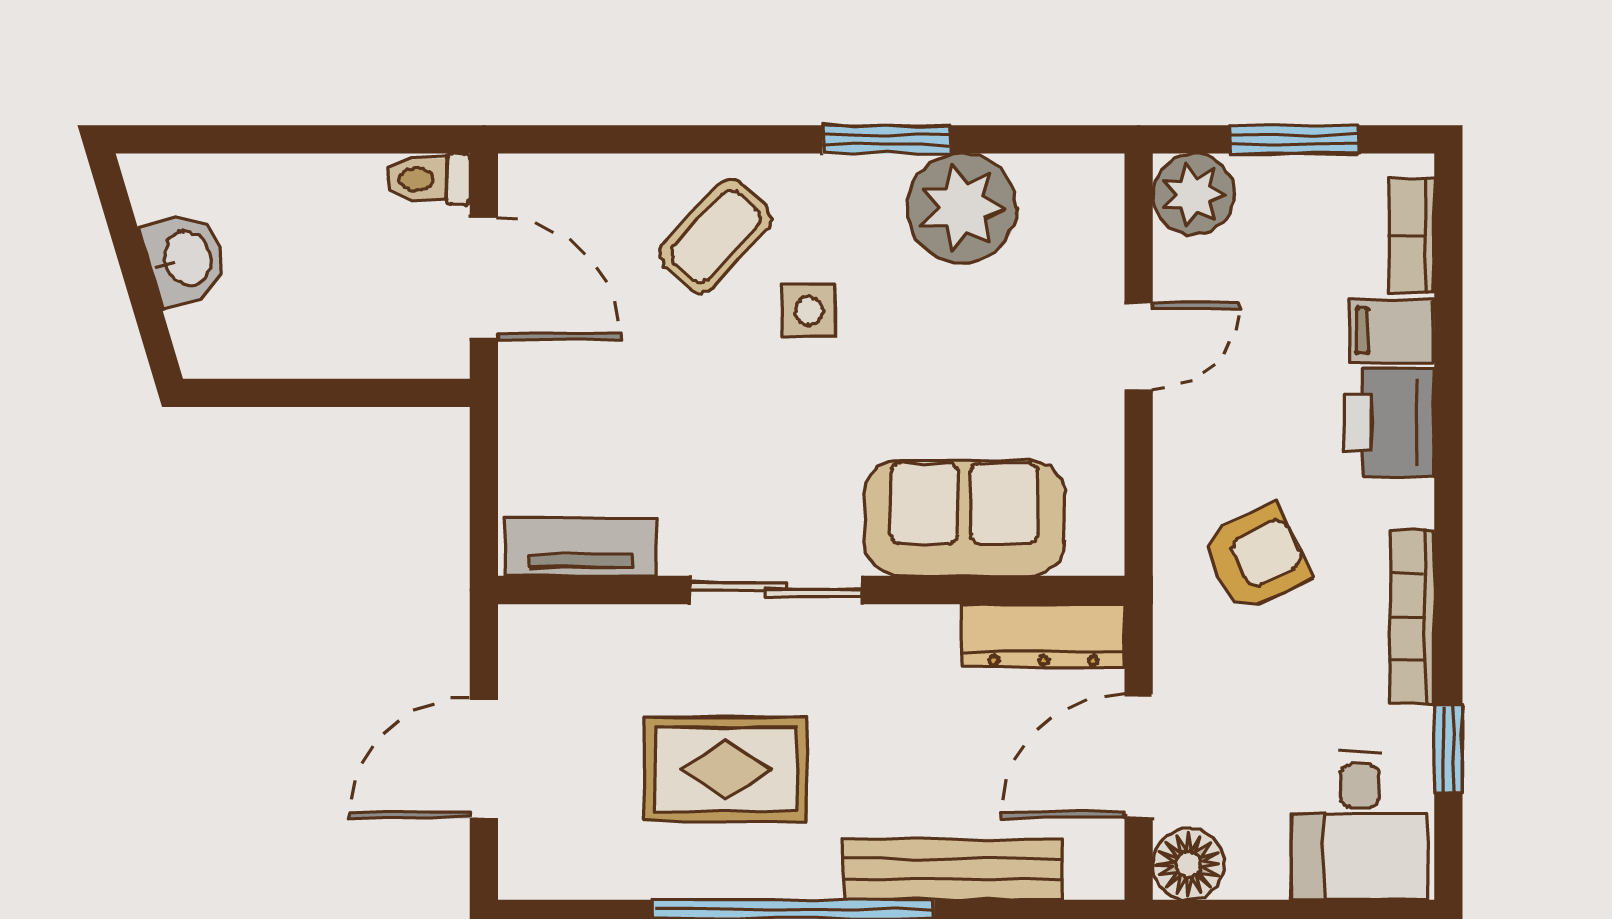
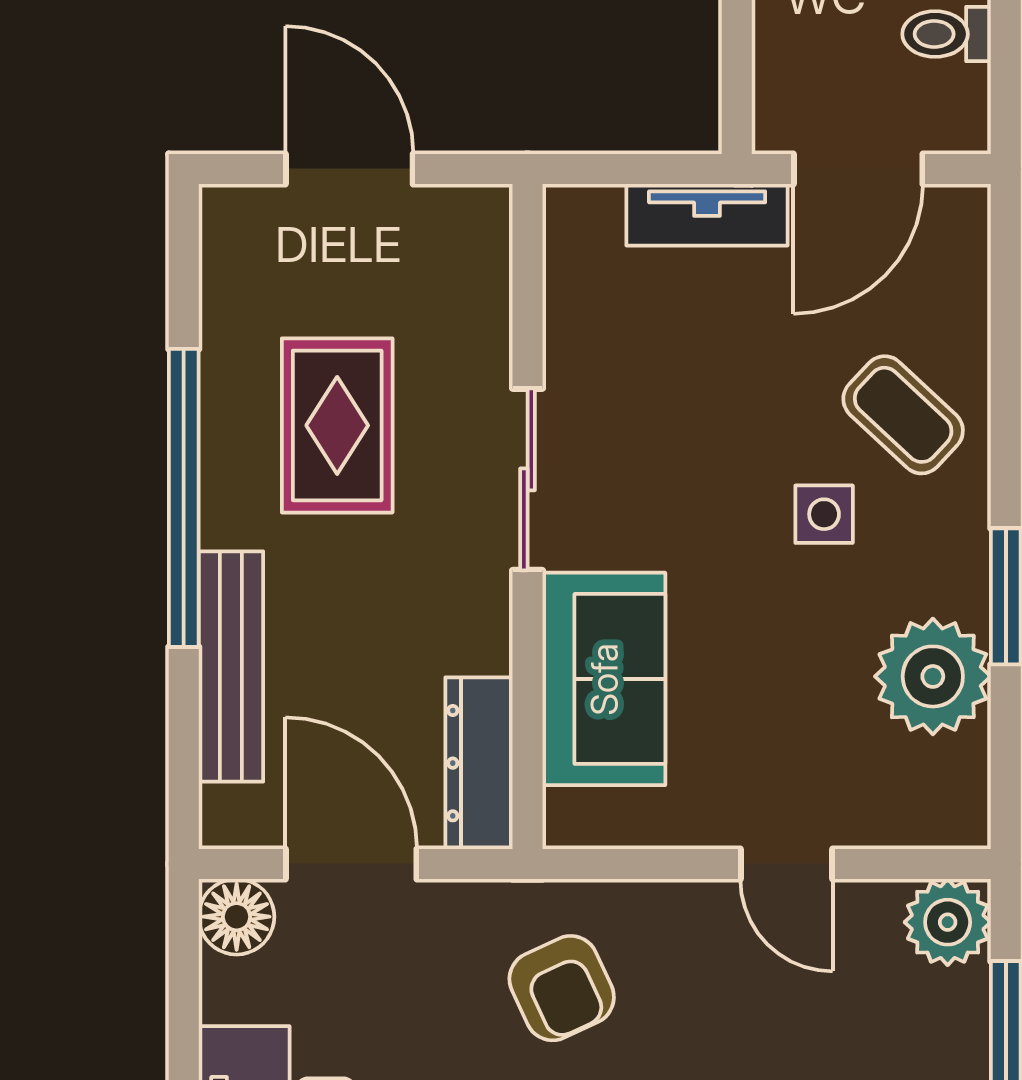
toilet: (428, 179) -> (947, 34), moved, turned -90
tv unit: (581, 547) -> (707, 215), moved, turned 90

